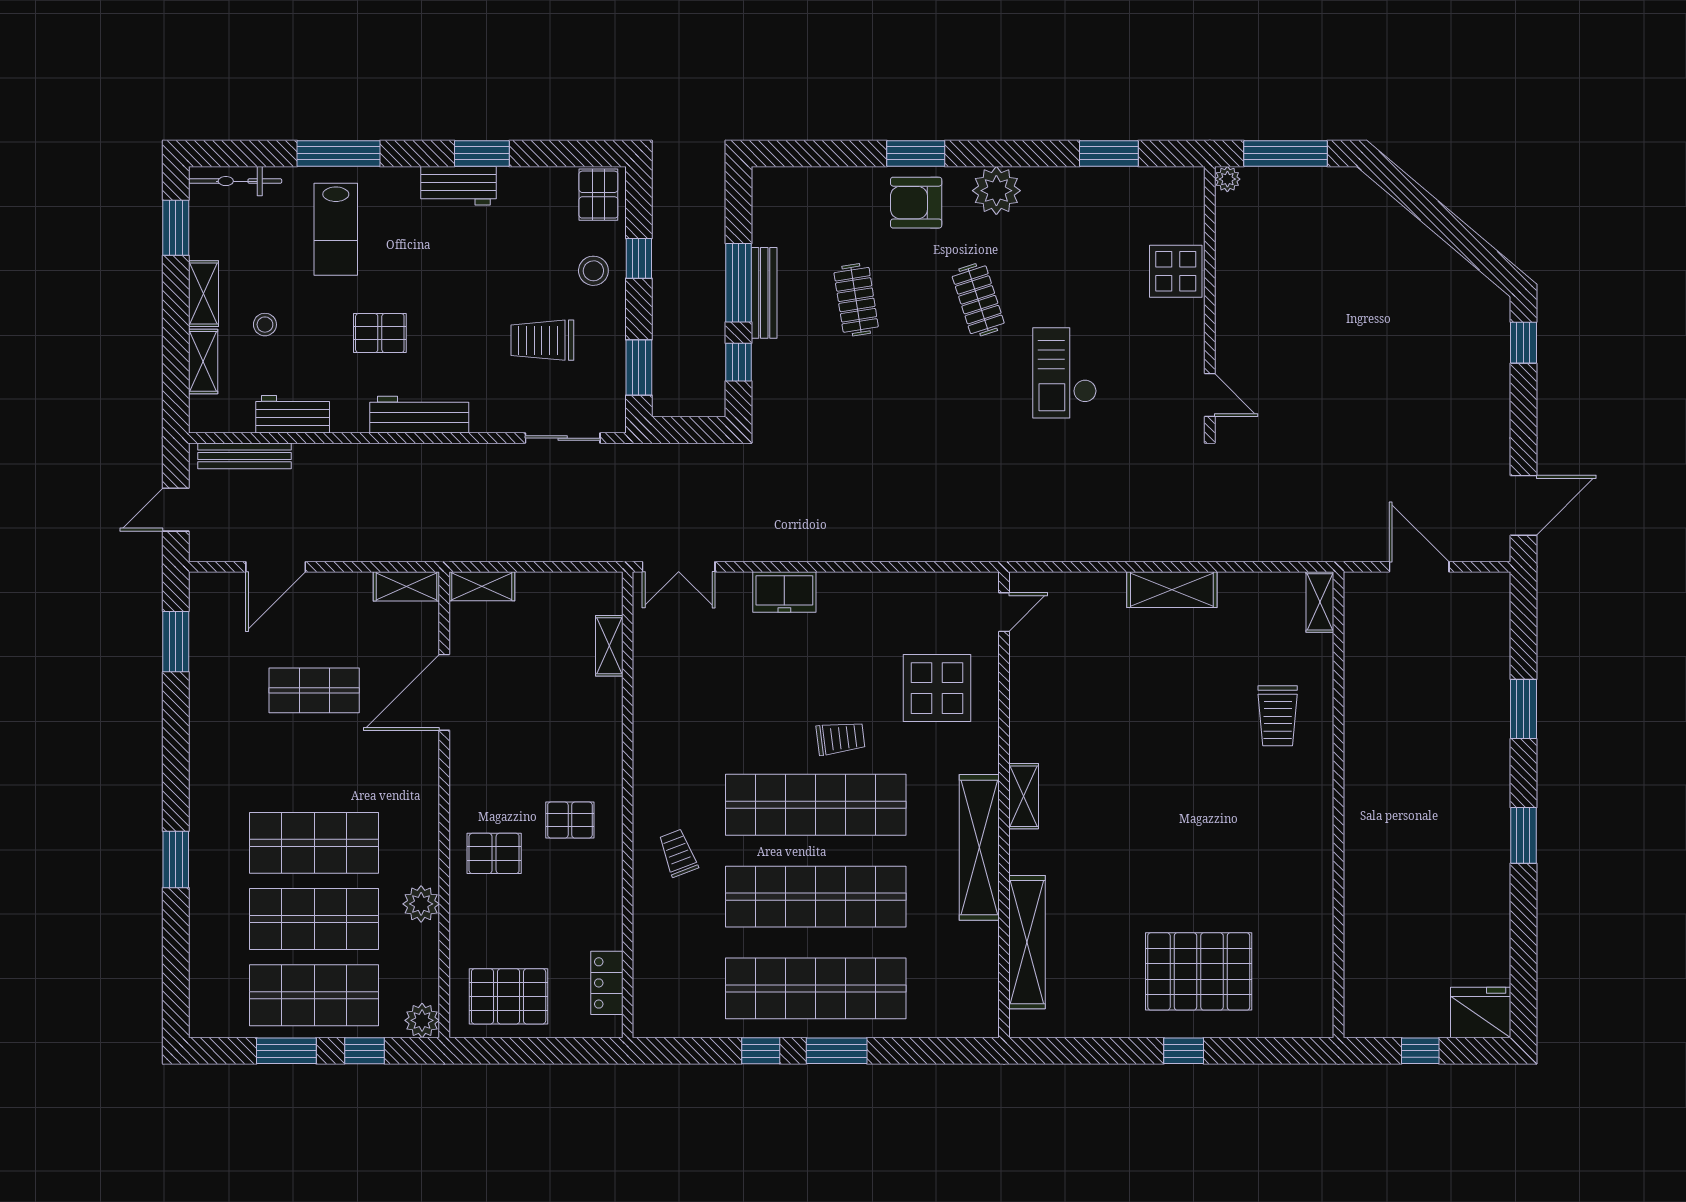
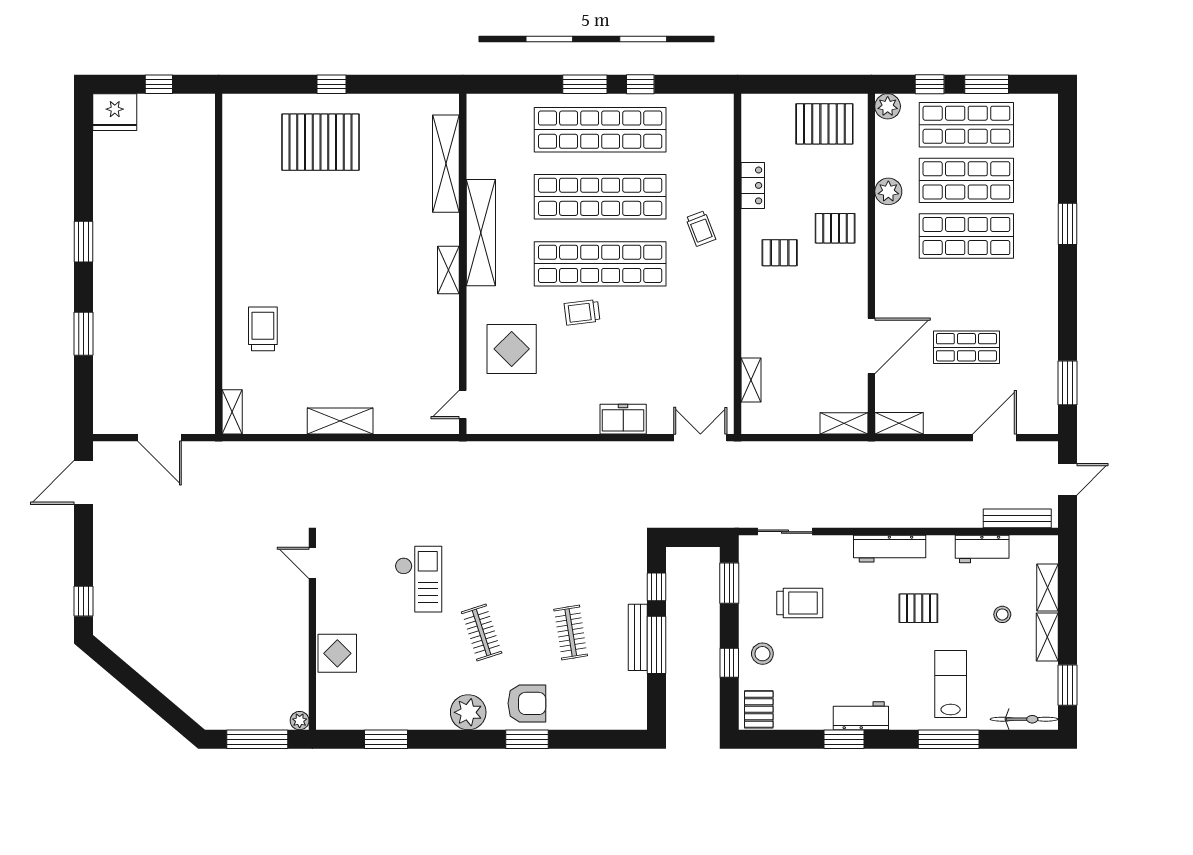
locker: (607, 983) -> (753, 185), moved

